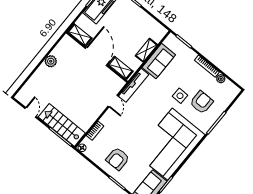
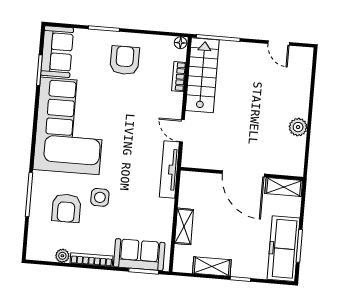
sofa: (159, 61) -> (139, 255), moved, turned 90
shelving: (120, 68) -> (212, 267), moved
stairs: (62, 125) -> (202, 75), moved, turned -90

